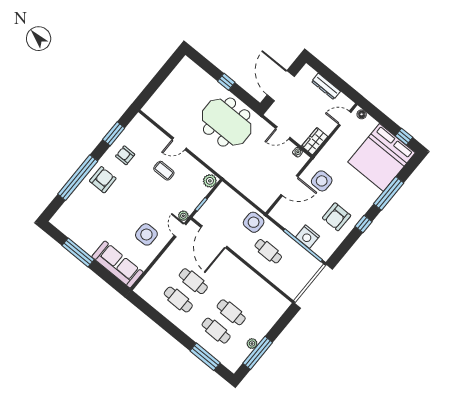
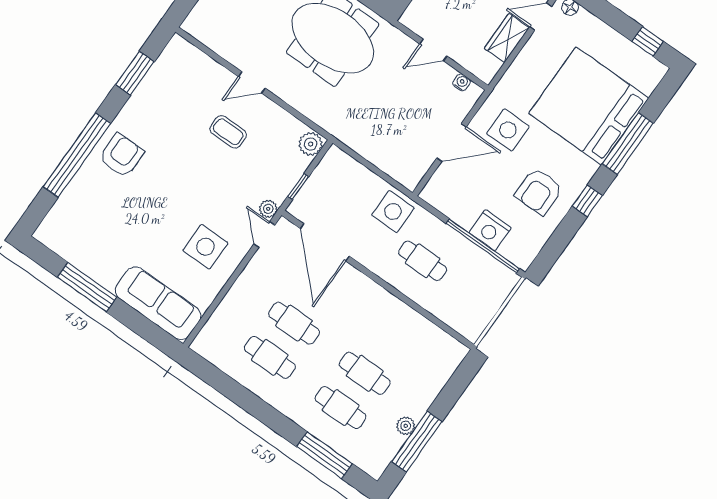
wardrobe: (315, 141) -> (507, 38), moved
armchair: (125, 155) -> (158, 110), removed
bed: (382, 157) -> (589, 106), moved, turned 90

